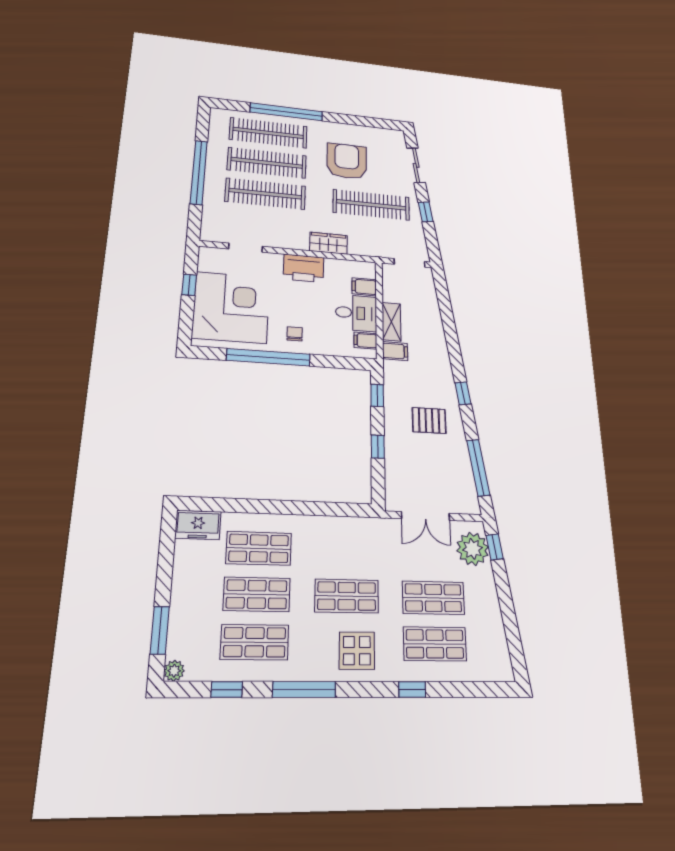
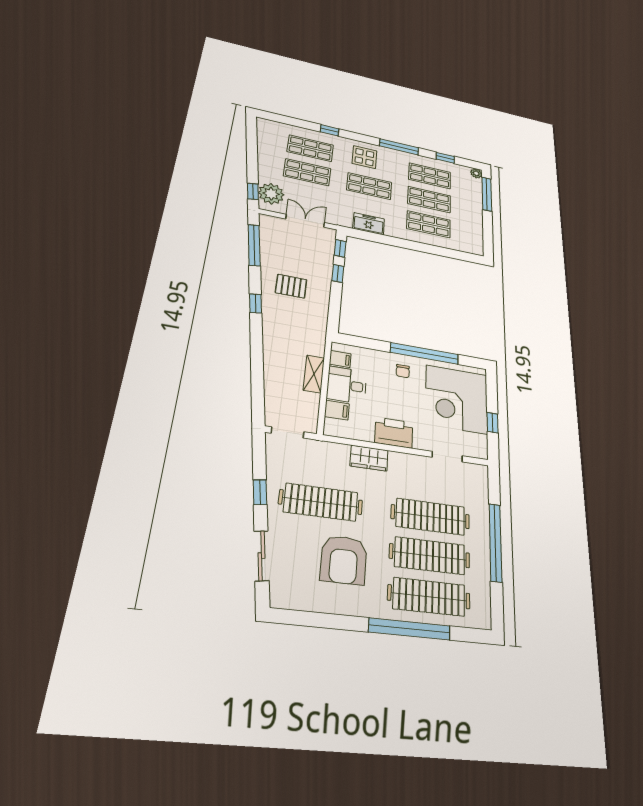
filing cabinet: (395, 351) -> (314, 347), removed
window: (377, 395) -> (340, 248), moved
freezer: (198, 525) -> (369, 224), moved
window: (160, 630) -> (487, 194), width x1.44

